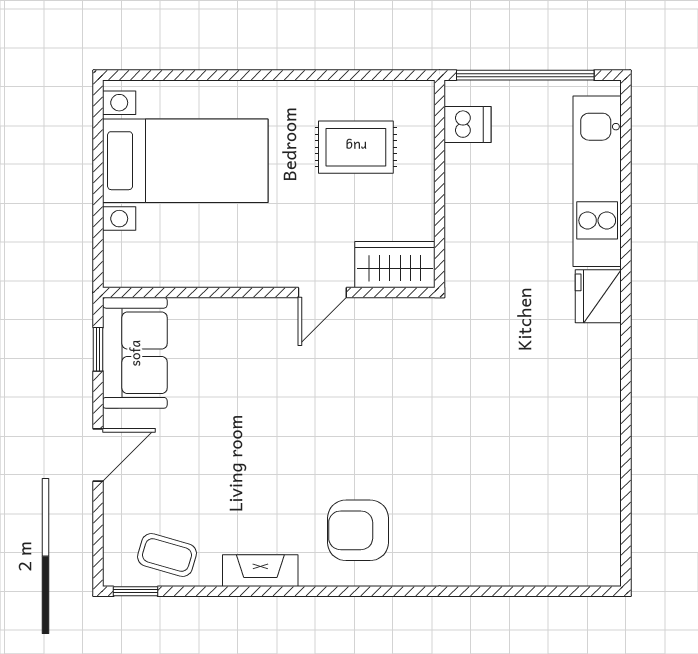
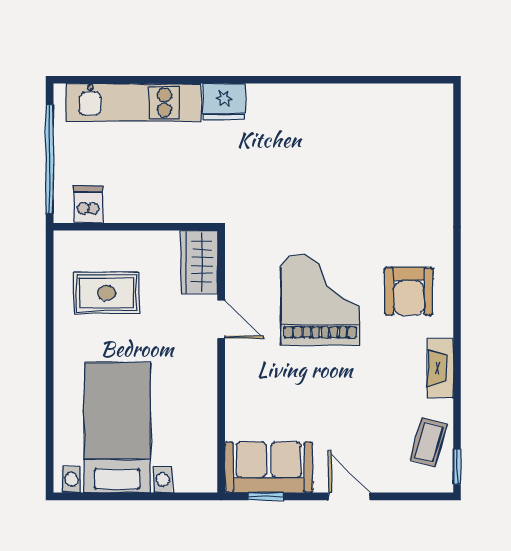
rug: (356, 147) -> (106, 293), turned 90
grand piano: (347, 418) -> (320, 300), added

